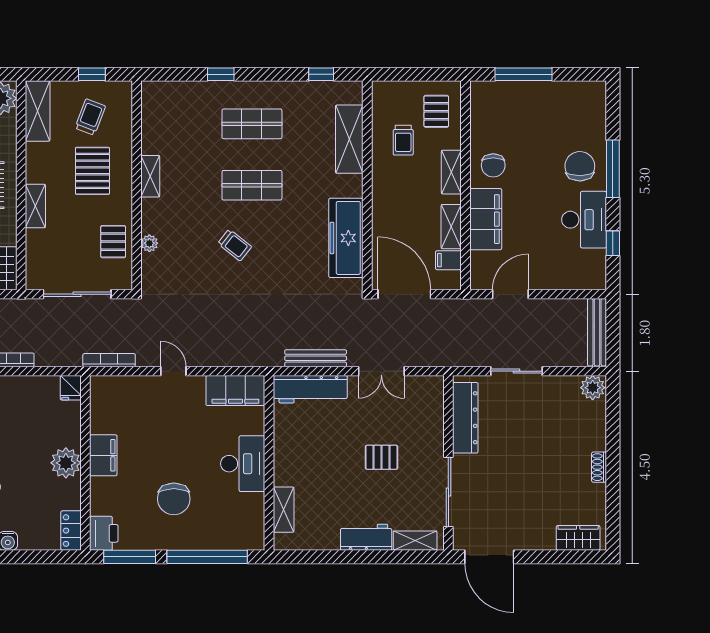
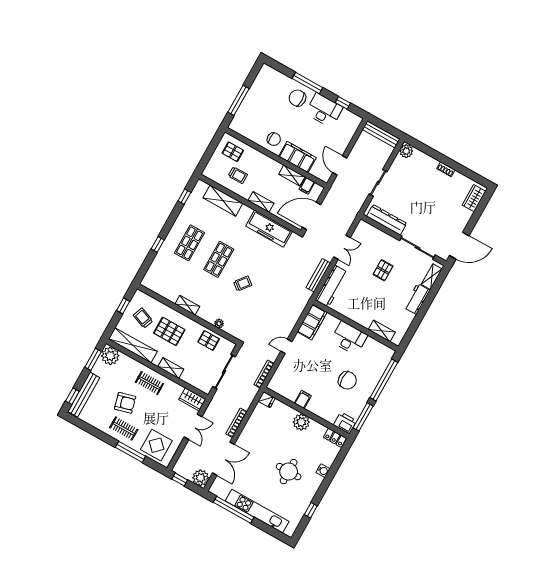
shelving: (38, 111) -> (133, 345), width x1.47
shelving: (451, 172) -> (261, 202), moved
filing cabinet: (103, 455) -> (303, 400), width x0.50

